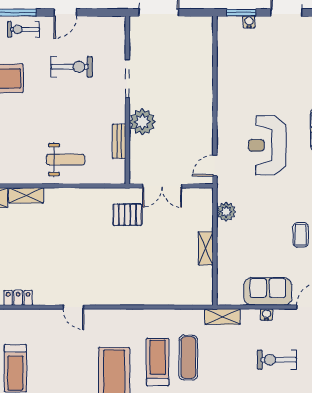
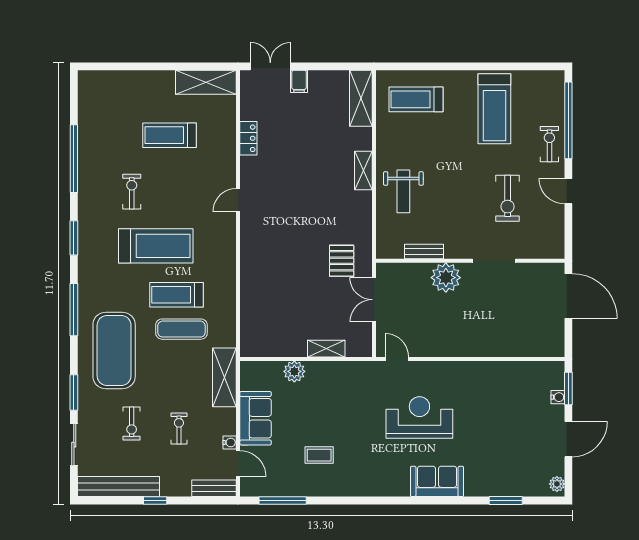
shelving: (26, 195) -> (363, 170), moved
plant: (226, 212) -> (294, 371), moved
shelving: (206, 248) -> (326, 349), moved
water cooler: (266, 315) -> (230, 443), moved
shelving: (223, 317) -> (224, 377), width x1.50, depth x1.33
exercise bike: (277, 360) -> (179, 429), width x0.73, depth x0.72
treadmill: (158, 362) -> (176, 295), turned 180

